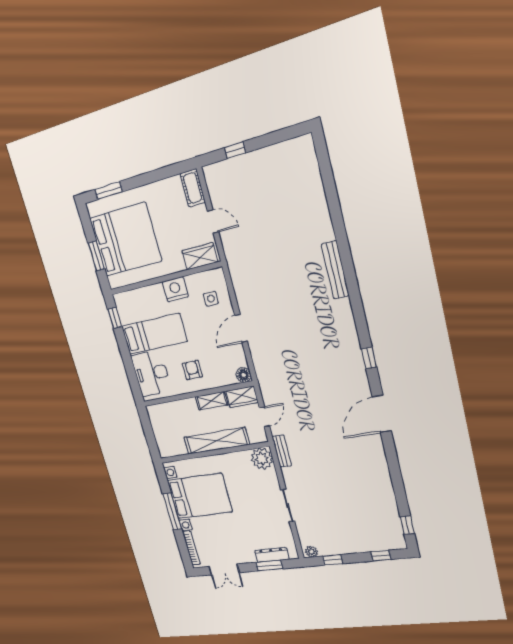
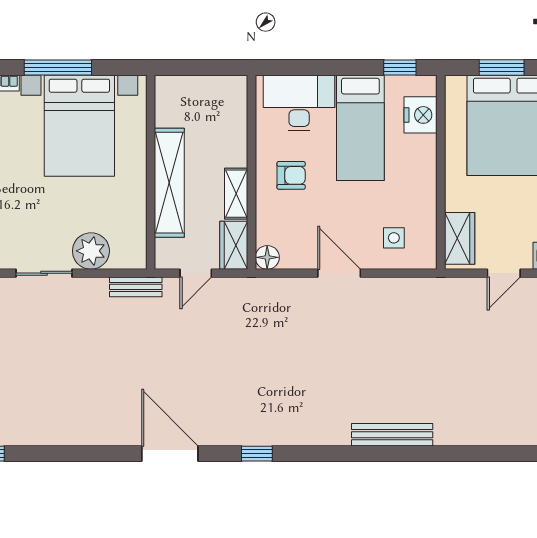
nightstand: (175, 289) -> (421, 115), moved
door: (264, 417) -> (196, 273), hinge flipped
plant: (262, 459) -> (91, 251), moved

